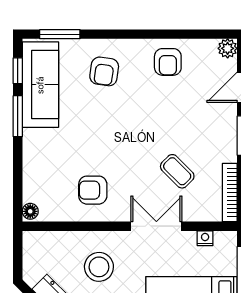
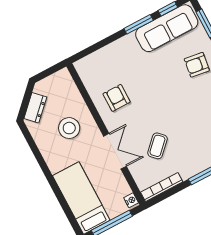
floor lamp: (30, 211) -> (82, 65), removed
nightstand: (205, 238) -> (131, 200), moved

